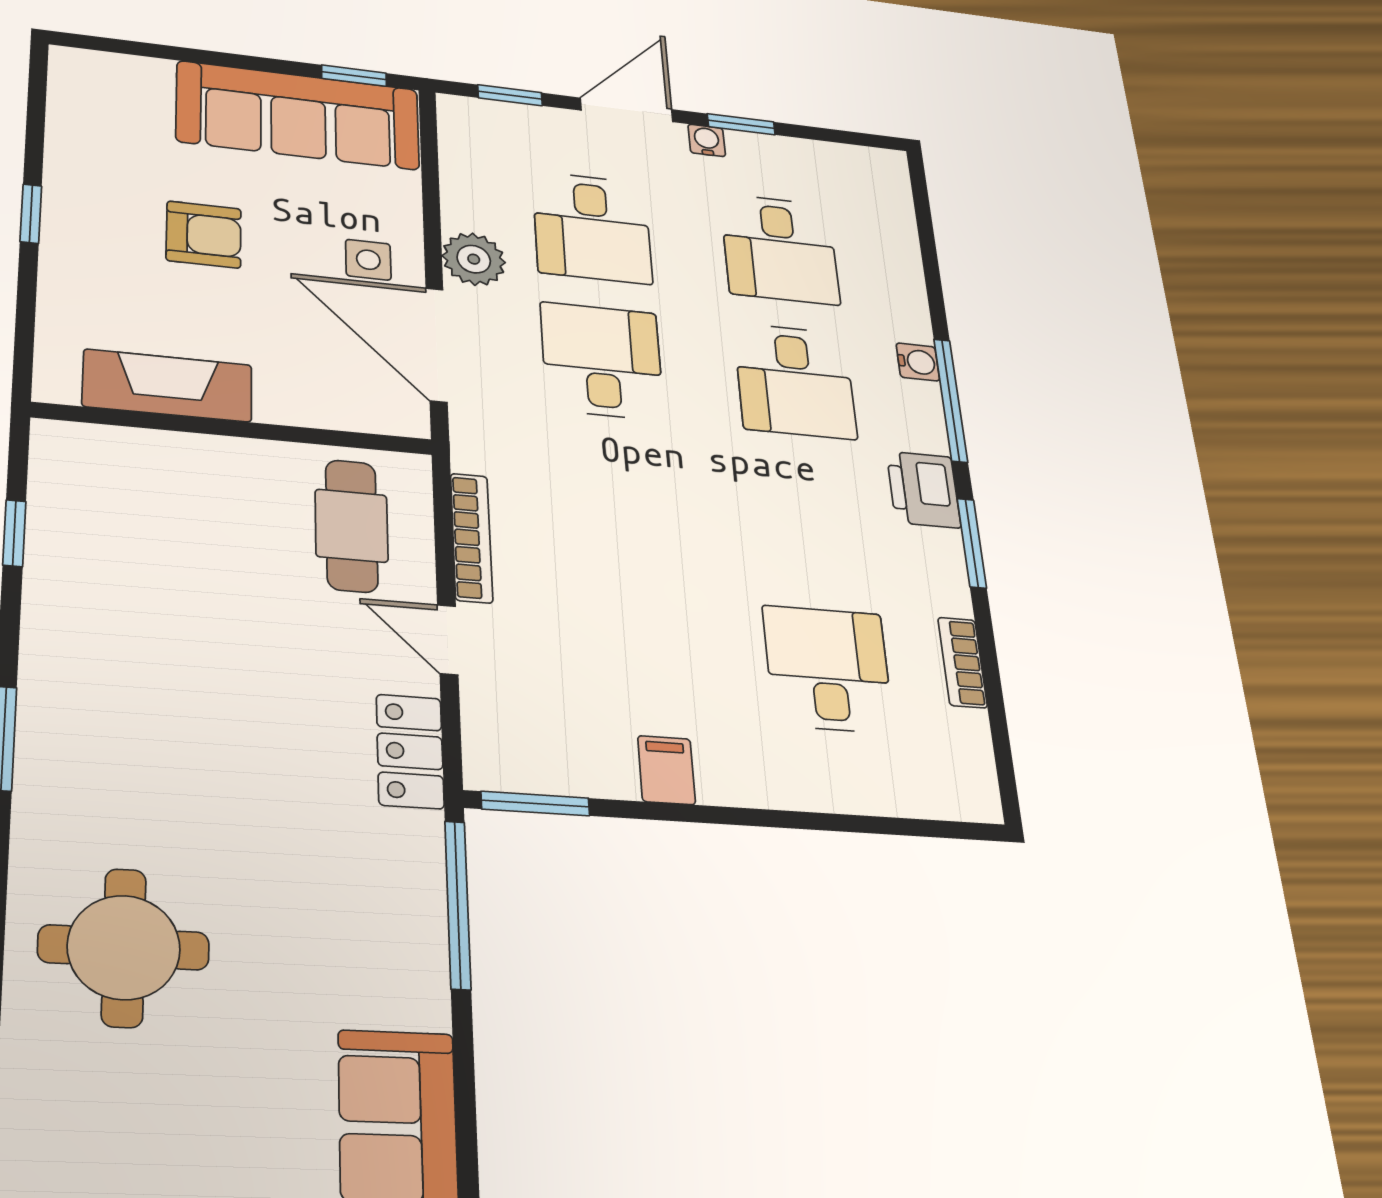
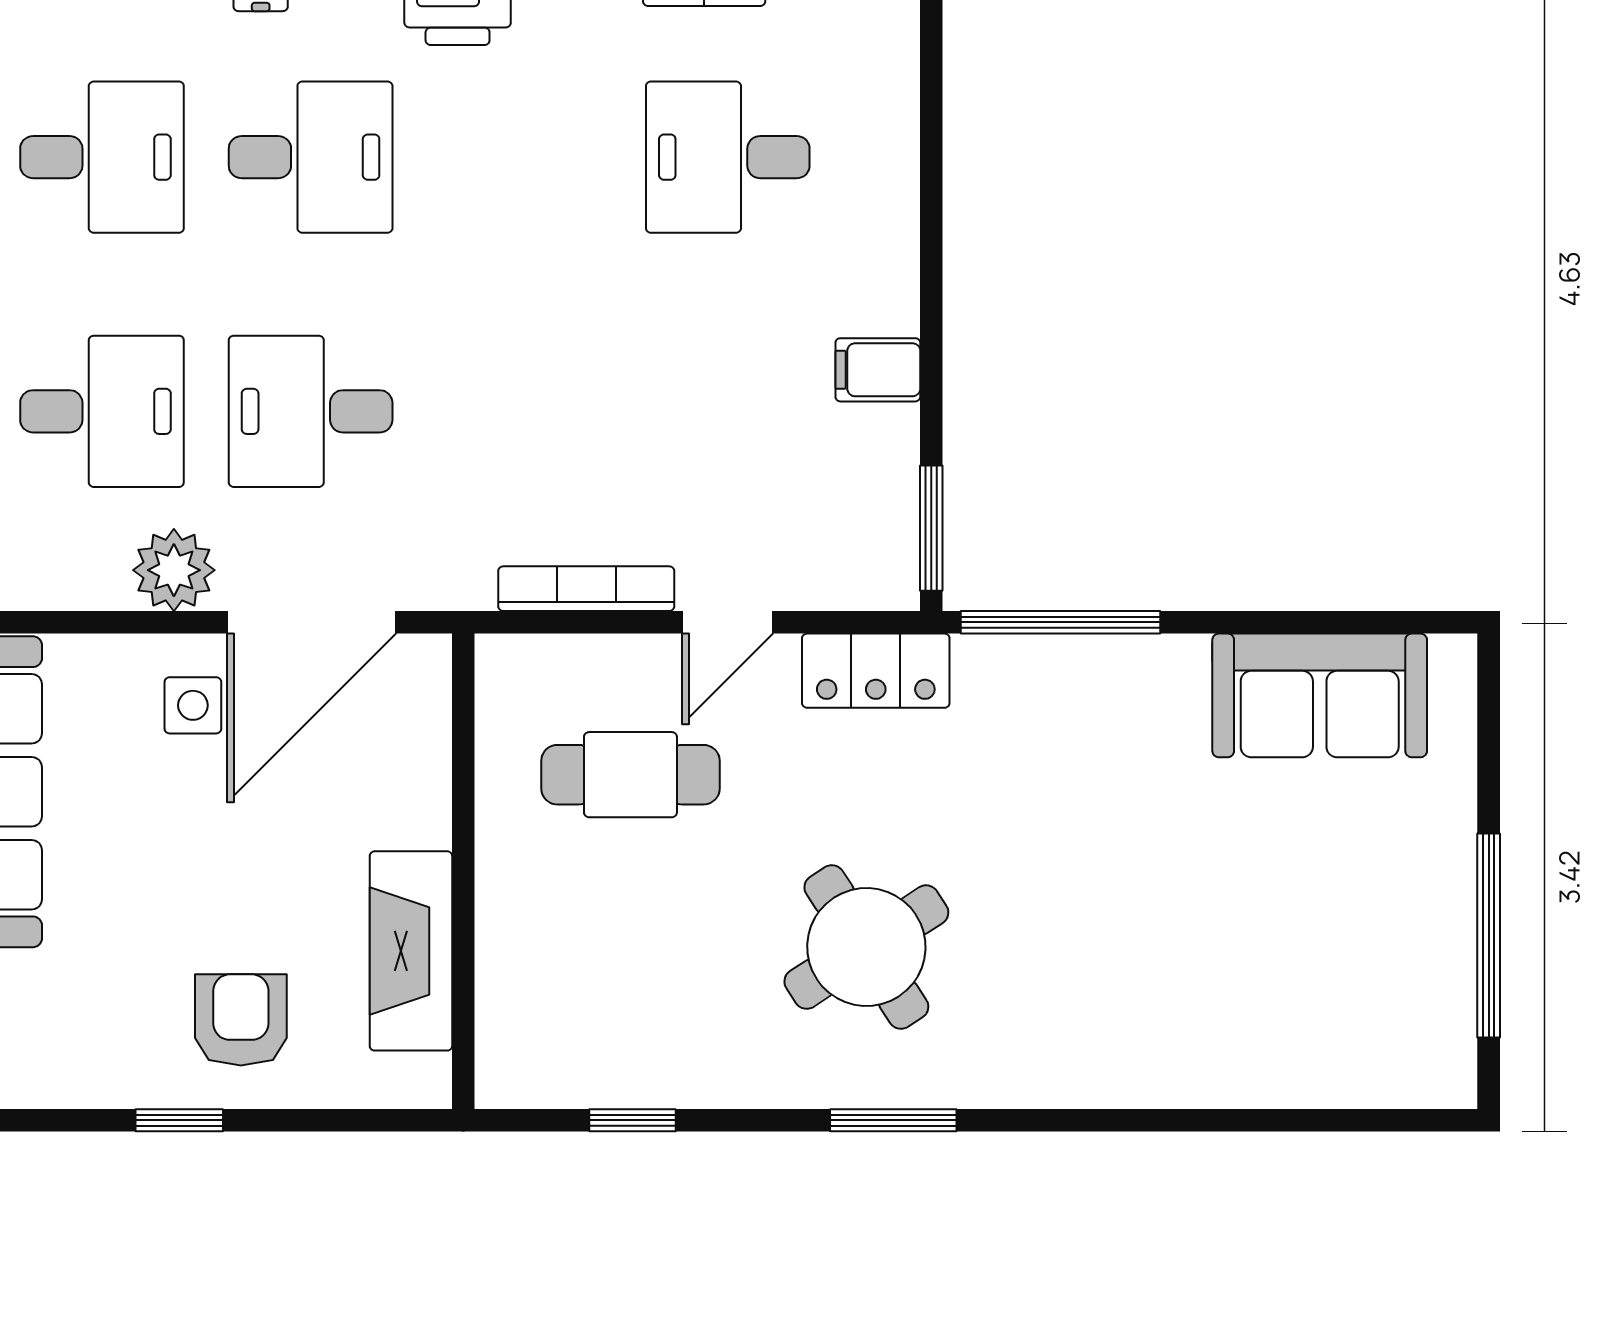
armchair: (204, 235) -> (241, 1020), moved
cafe table: (352, 526) -> (630, 775), moved
round table: (124, 947) -> (866, 947), moved, turned -33

